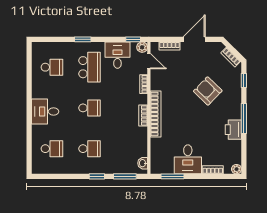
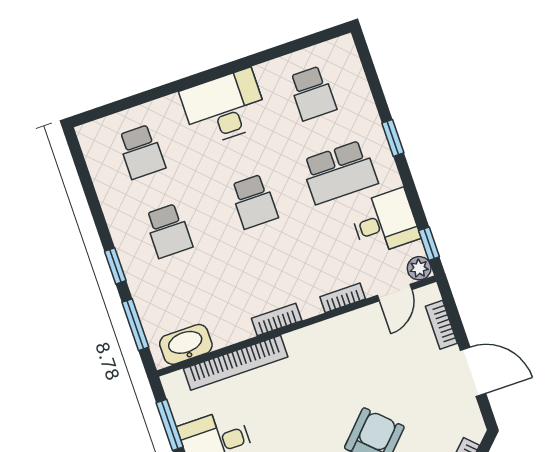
desk: (45, 111) -> (224, 108), width x1.37
bookcase: (156, 114) -> (236, 363), moved
washbasin: (143, 163) -> (186, 344), width x1.91, depth x1.45

